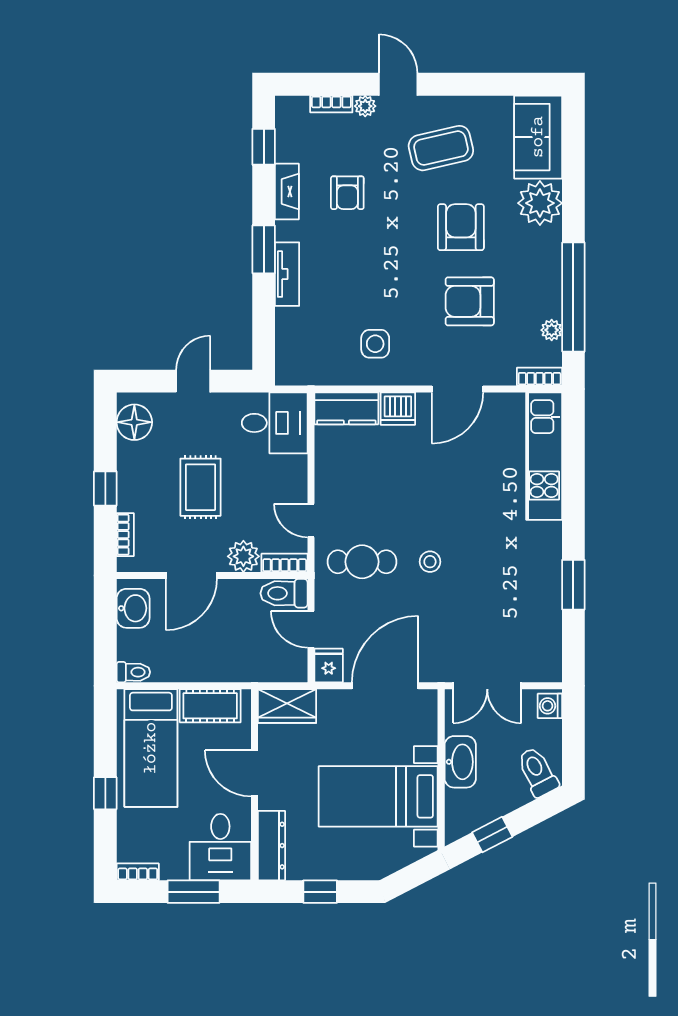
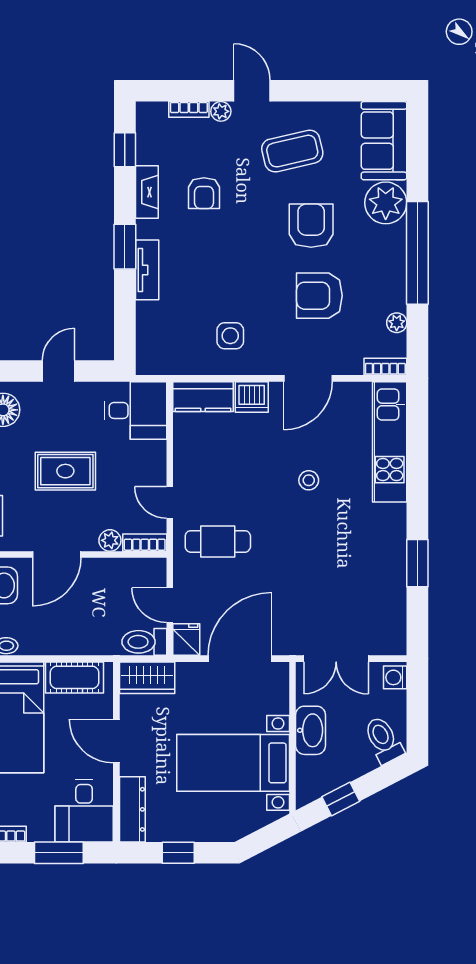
window: (573, 297) -> (417, 253), moved
rug: (201, 487) -> (65, 471), turned 90
plant: (243, 556) -> (110, 540), width x0.73, depth x0.73
stool: (430, 562) -> (309, 480), moved
toilet: (284, 593) -> (144, 642), moved

